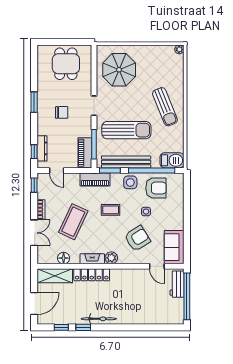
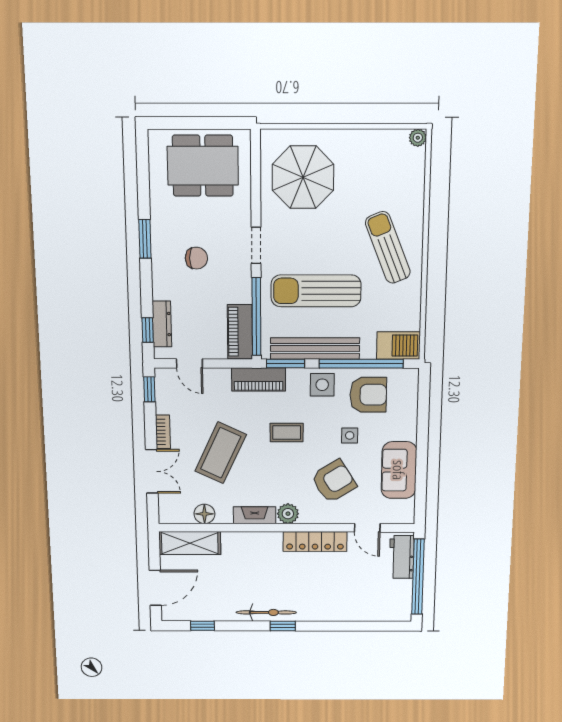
dining table: (66, 64) -> (203, 166), width x1.38
sun lounger: (165, 107) -> (388, 247), turned 180
sun lounger: (126, 130) -> (316, 291), turned 180
window: (94, 144) -> (256, 317), width x1.46
sofa: (174, 247) -> (399, 470), moved
locker: (92, 275) -> (315, 542), moved
window: (83, 327) -> (283, 626), moved

